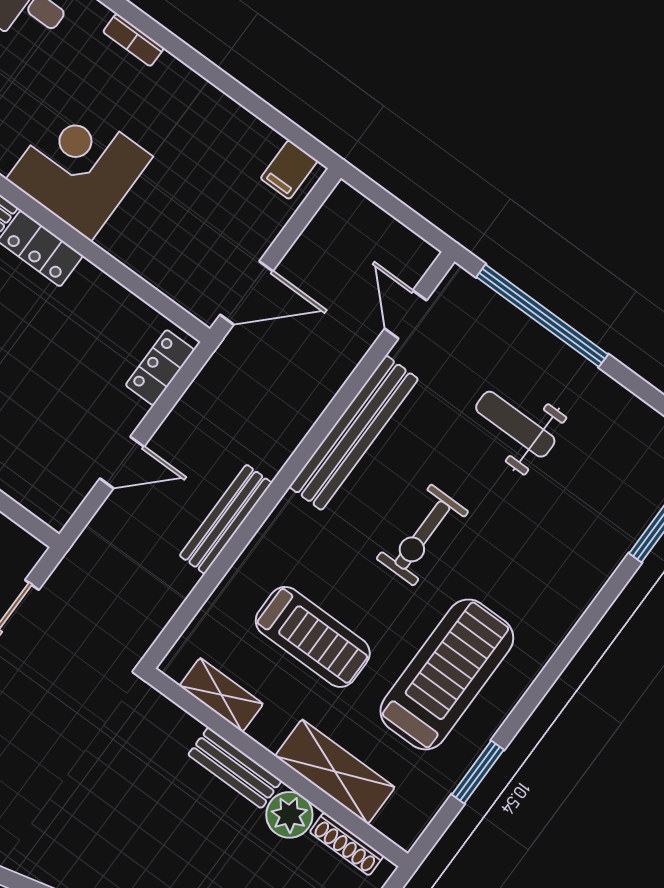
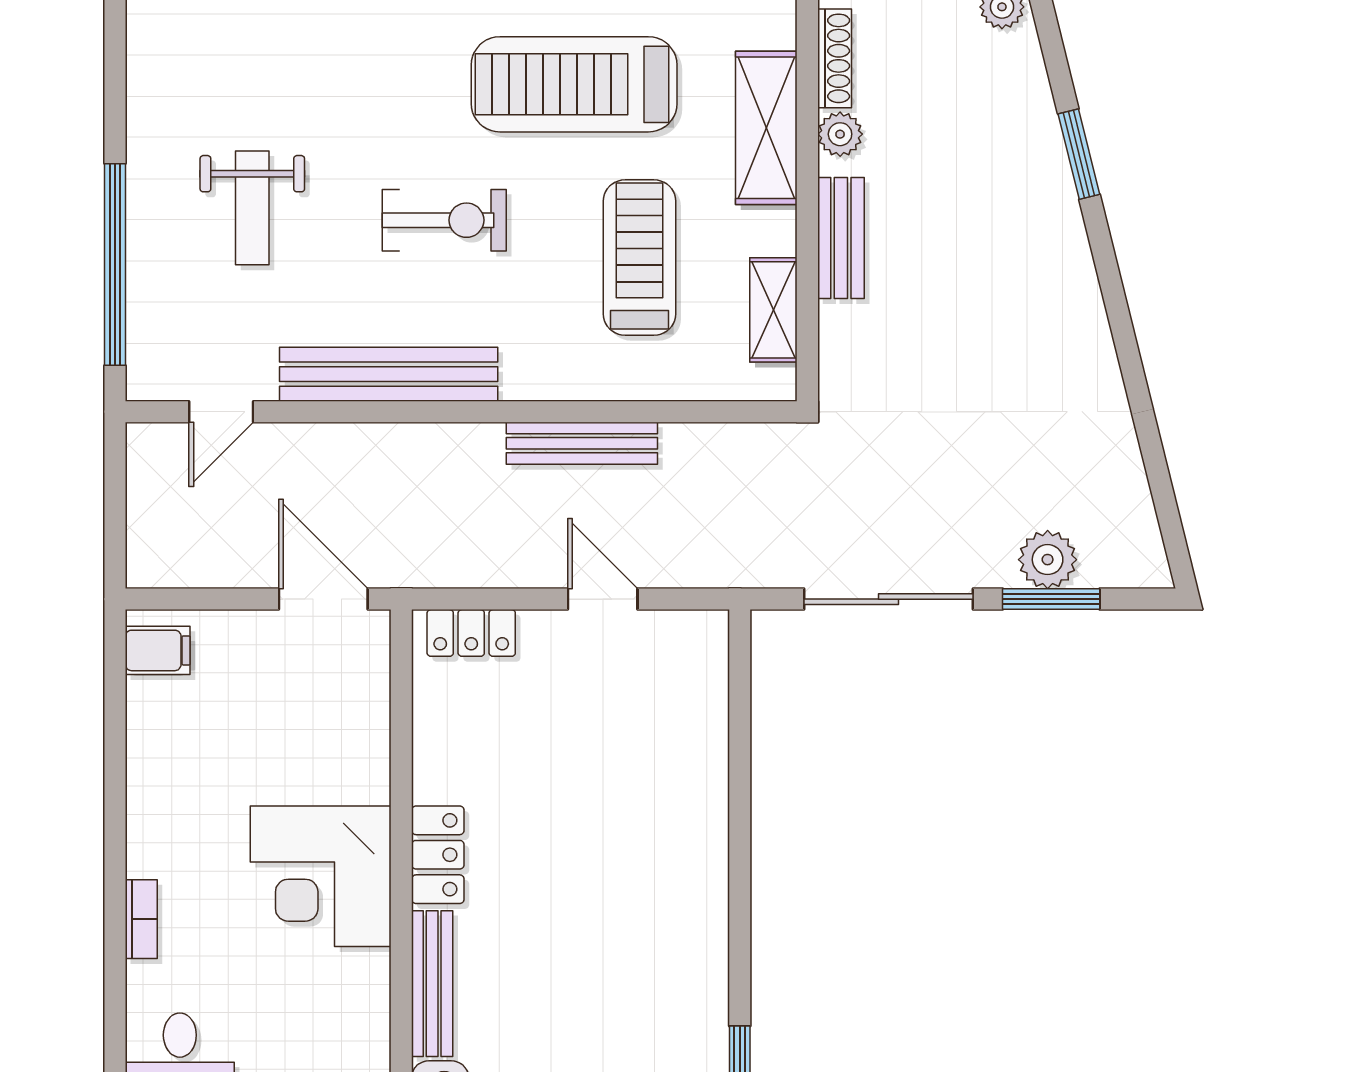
plant: (289, 815) -> (840, 134), width x0.73, depth x0.73

